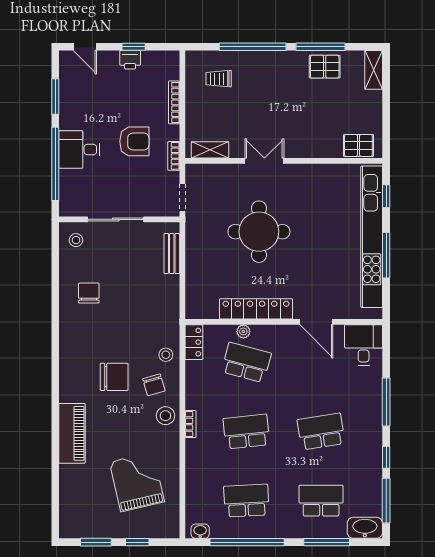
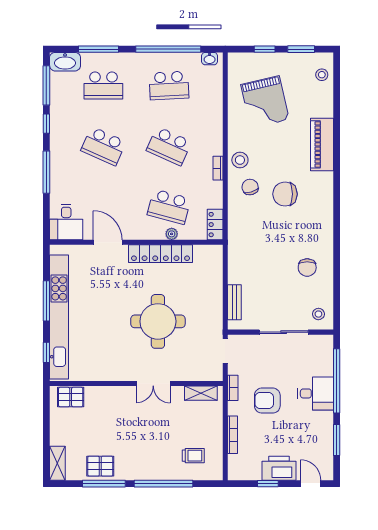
printer: (130, 60) -> (279, 468), width x1.87, depth x1.48
stool: (166, 355) -> (322, 75), moved
bookcase: (190, 424) -> (218, 168), moved
school desk: (246, 432) -> (169, 146), turned 30
school desk: (321, 432) -> (103, 146), turned 33

